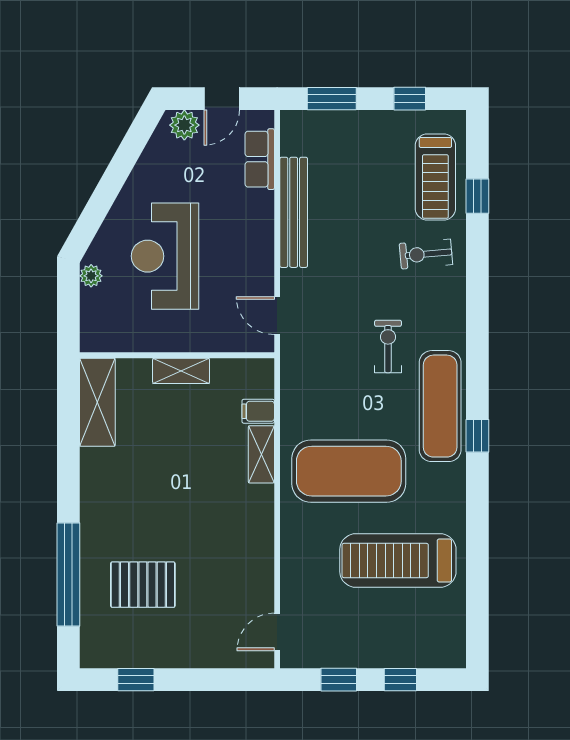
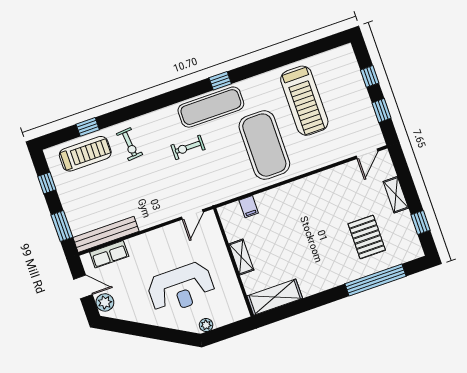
bench: (294, 212) -> (106, 234), moved
shelving: (261, 454) -> (396, 195), moved, turned 90
door: (277, 632) -> (367, 154), hinge flipped

